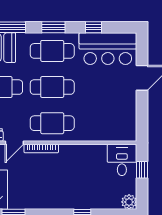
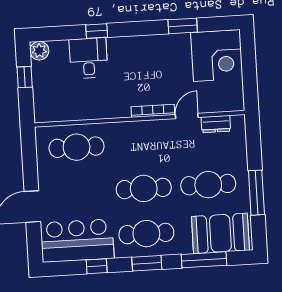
cafe table: (52, 123) -> (77, 147), moved
desk: (122, 160) -> (88, 58), moved, turned 180
window: (142, 170) -> (25, 77), moved

